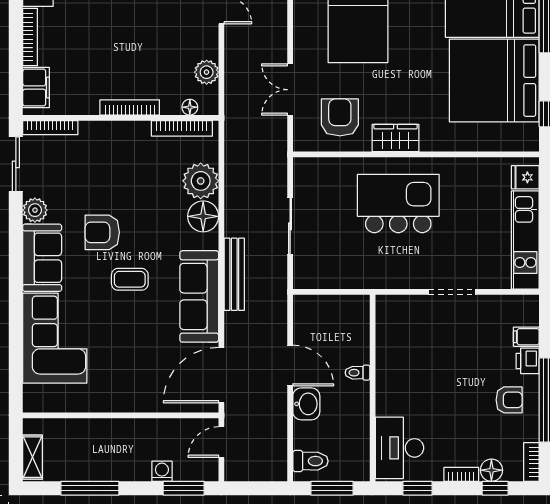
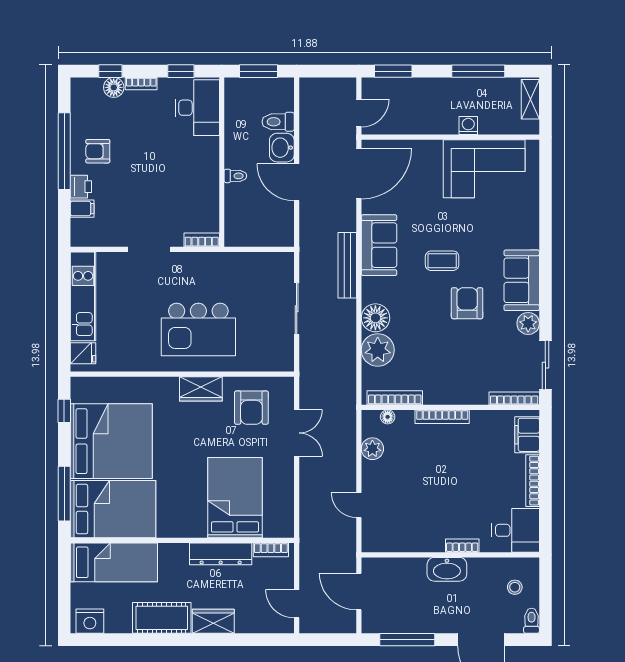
armchair: (102, 232) -> (467, 303), turned -90
sofa: (199, 296) -> (379, 245), width x0.73
corner sofa: (55, 338) -> (484, 169), moved, turned -90
toilet: (310, 461) -> (278, 122), moved
bookcase: (531, 462) -> (202, 240), moved, turned -90
washing machine: (162, 471) -> (468, 126), moved, turned 180

